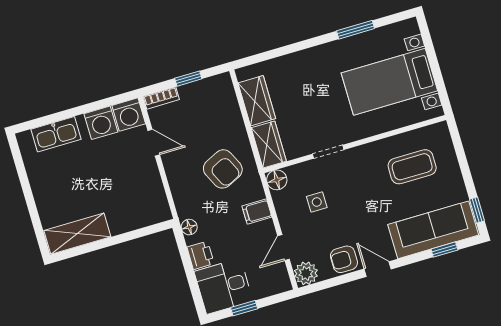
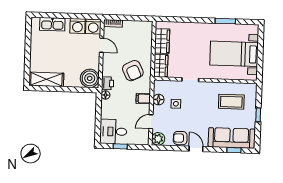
window: (188, 79) -> (130, 18), removed
floor lamp: (277, 180) -> (158, 100), moved
boiler: (152, 207) -> (90, 78), added
window: (477, 210) -> (258, 115), moved
printer: (201, 255) -> (107, 83), moved

